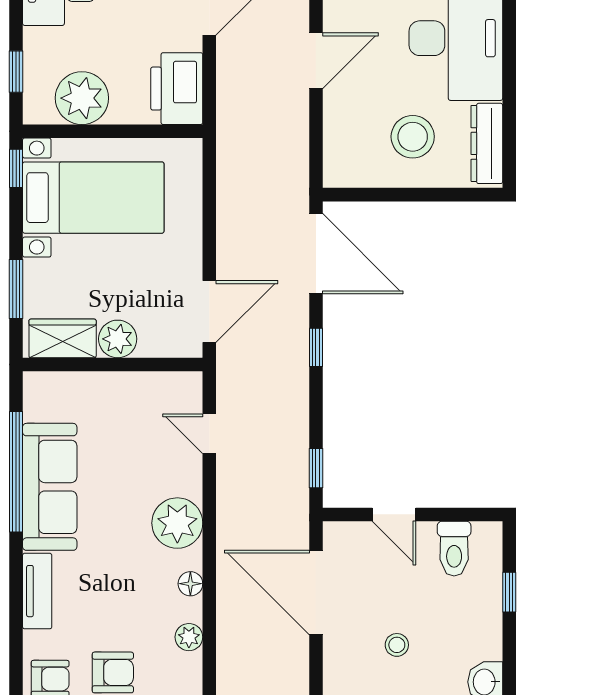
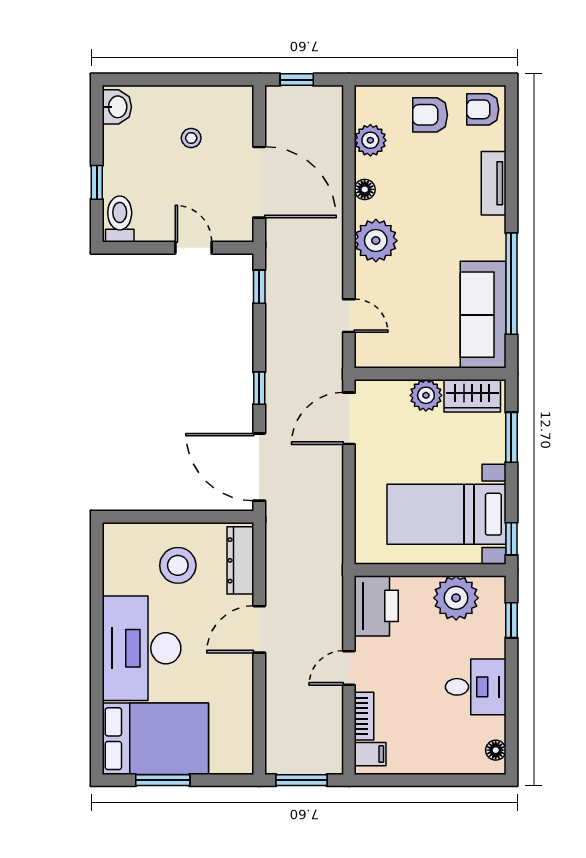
dresser: (487, 143) -> (240, 560), moved, turned 180
sofa: (50, 487) -> (483, 315), moved
toilet: (454, 549) -> (120, 219), moved
plant: (189, 637) -> (370, 140), width x1.38, depth x1.38

